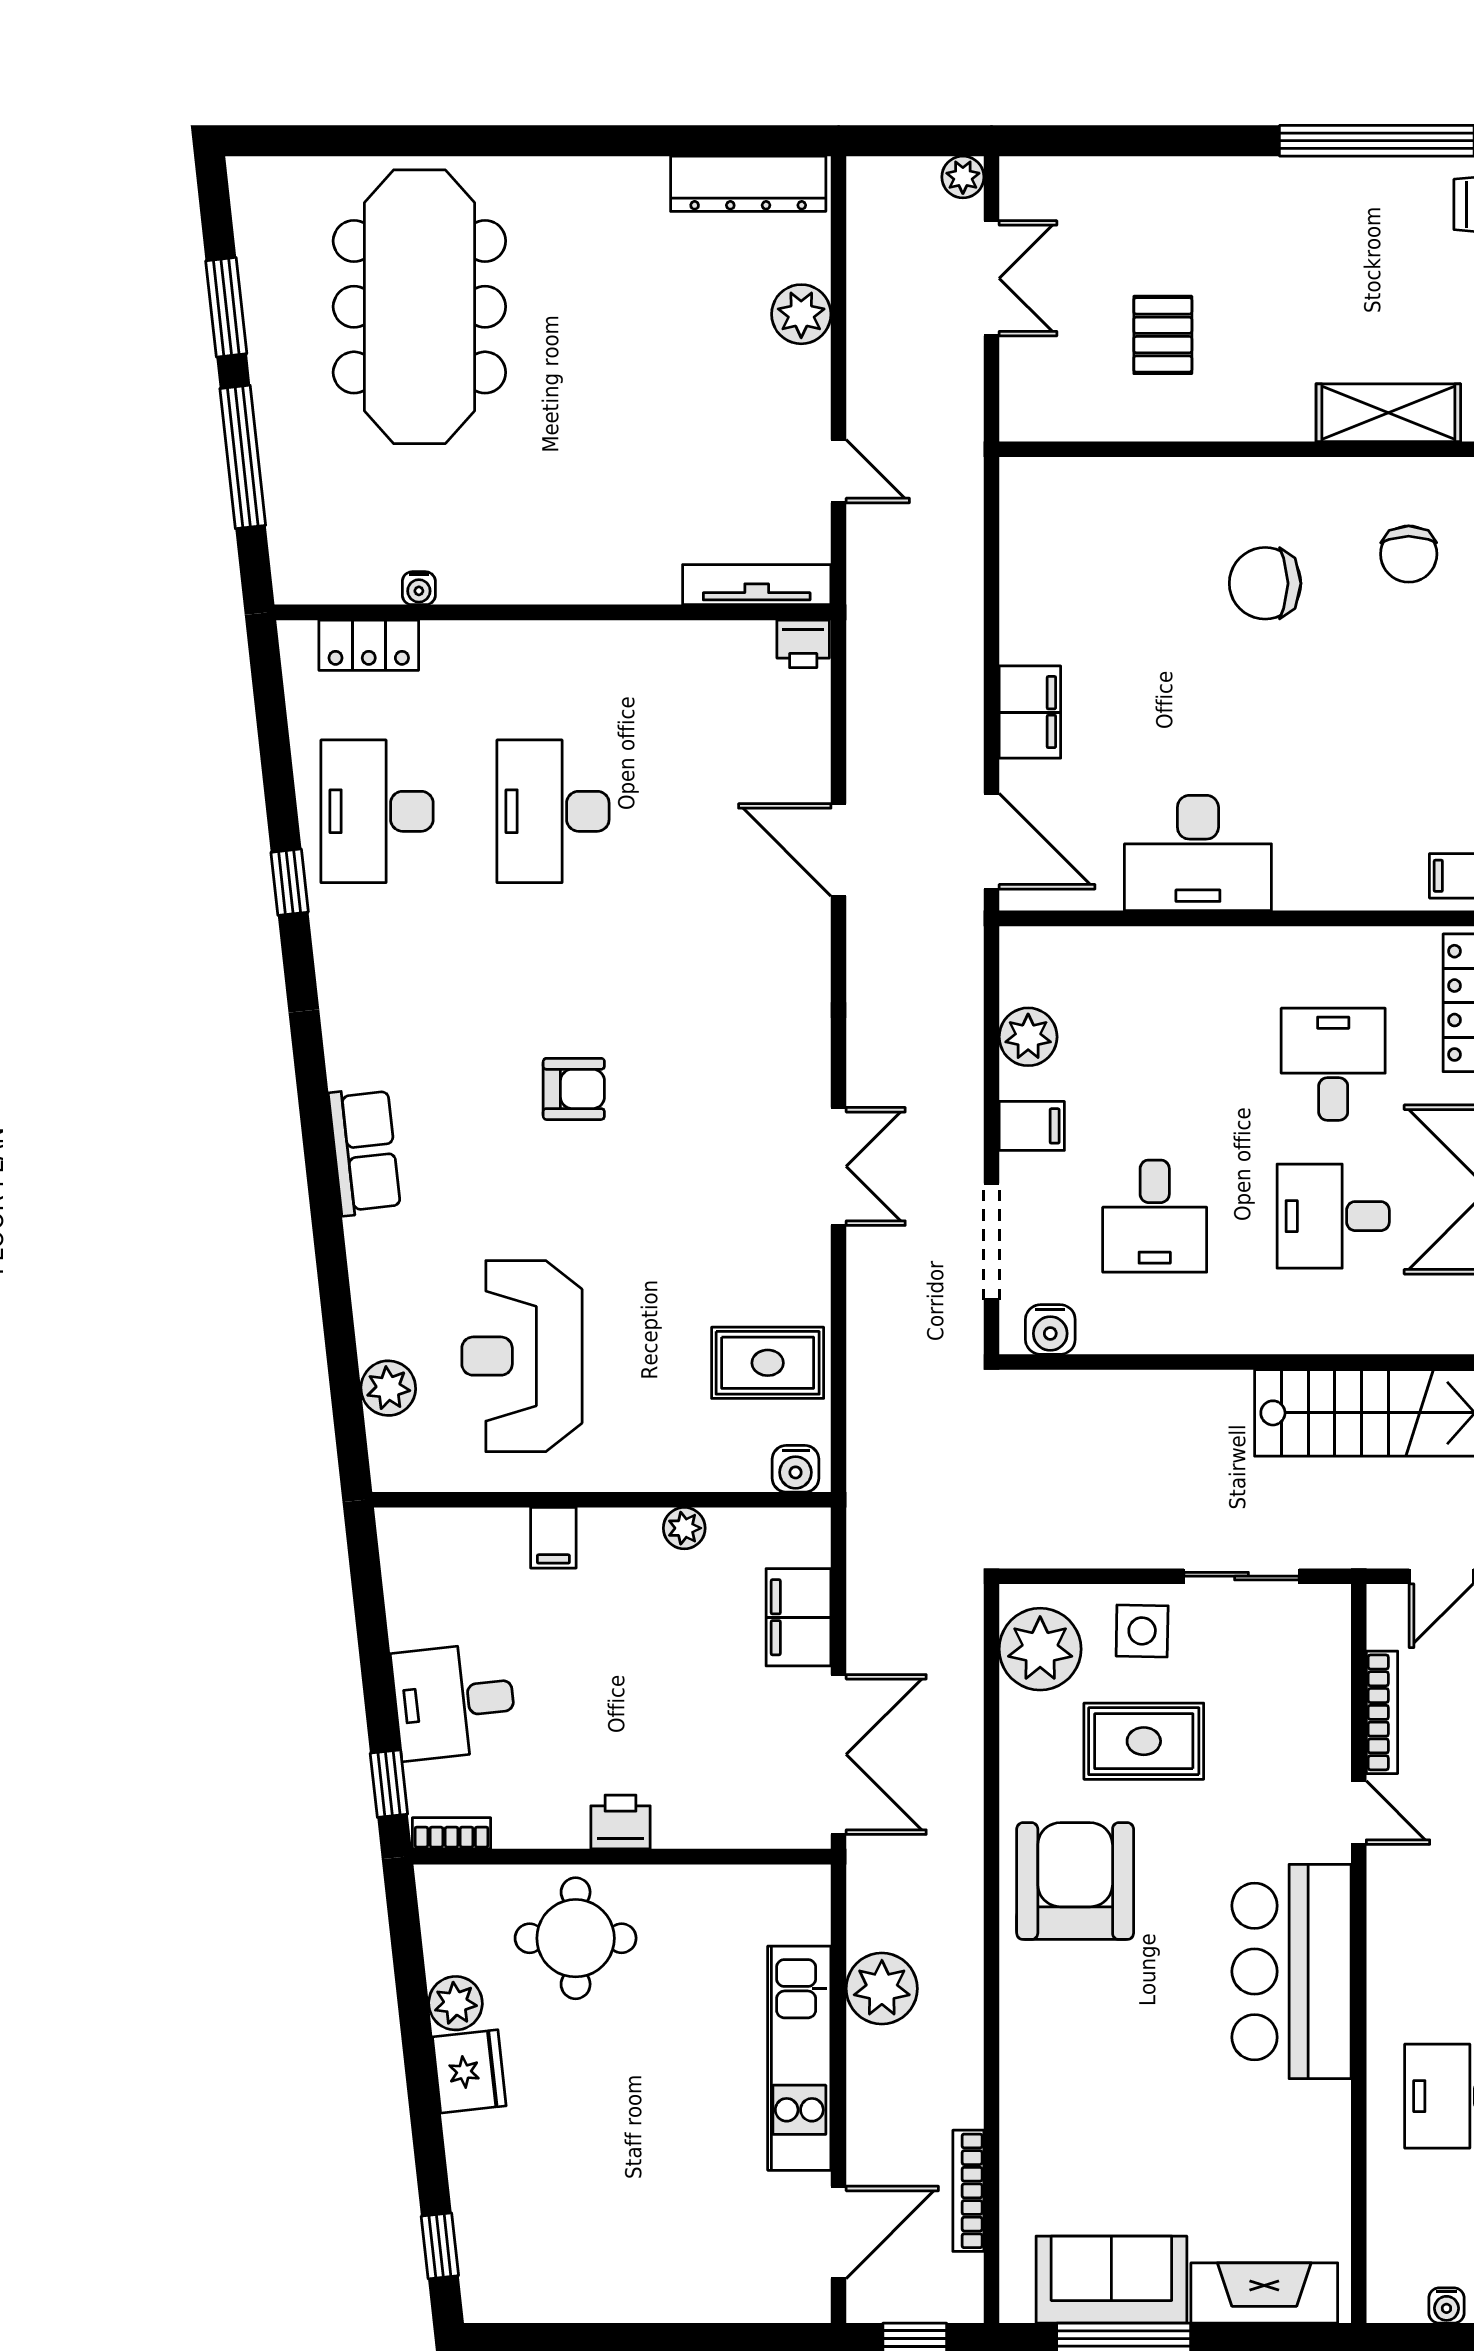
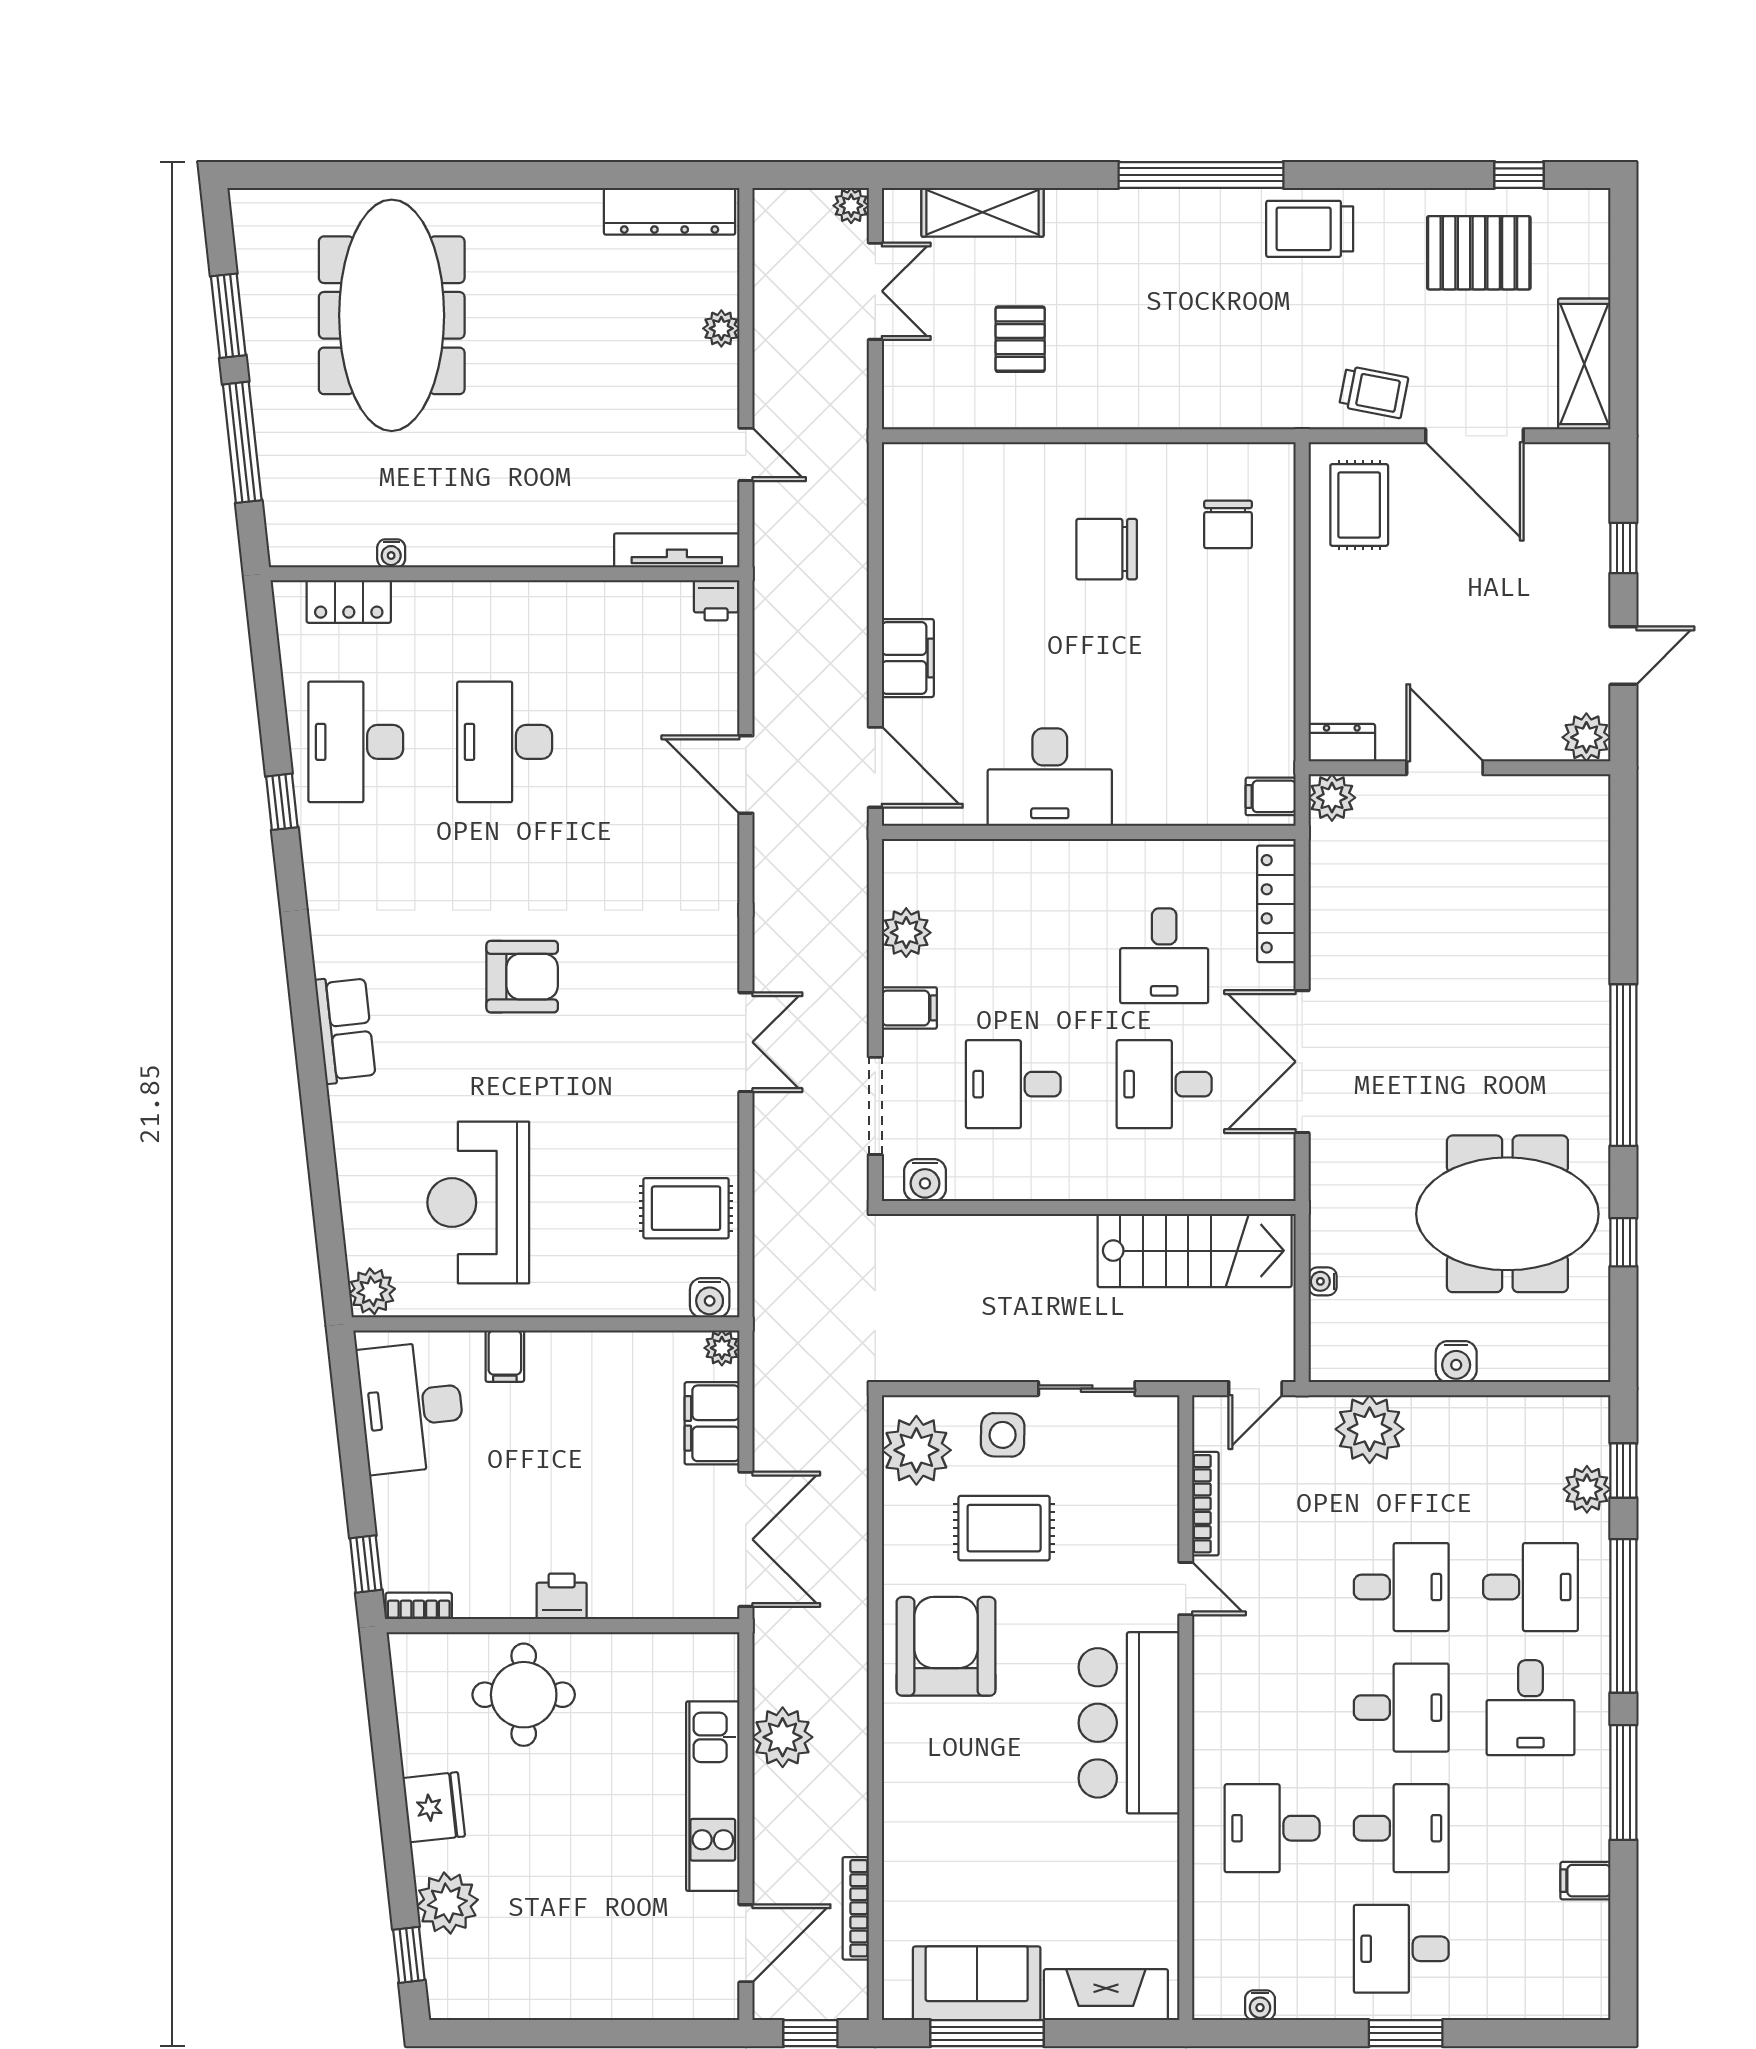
plant: (801, 314) -> (721, 328), width x0.73, depth x0.73
shelving: (1388, 413) -> (983, 212), moved
desk: (1333, 1064) -> (1164, 956), turned 180
armchair: (574, 1089) -> (522, 977), width x1.38, depth x1.38
desk: (1155, 1216) -> (1013, 1084), turned 90
plant: (388, 1388) -> (372, 1291), moved
plant: (684, 1528) -> (722, 1348), moved
desk: (454, 1701) -> (411, 1407), moved, width x1.37
plant: (456, 2003) -> (447, 1903), moved, width x1.36, depth x1.36

